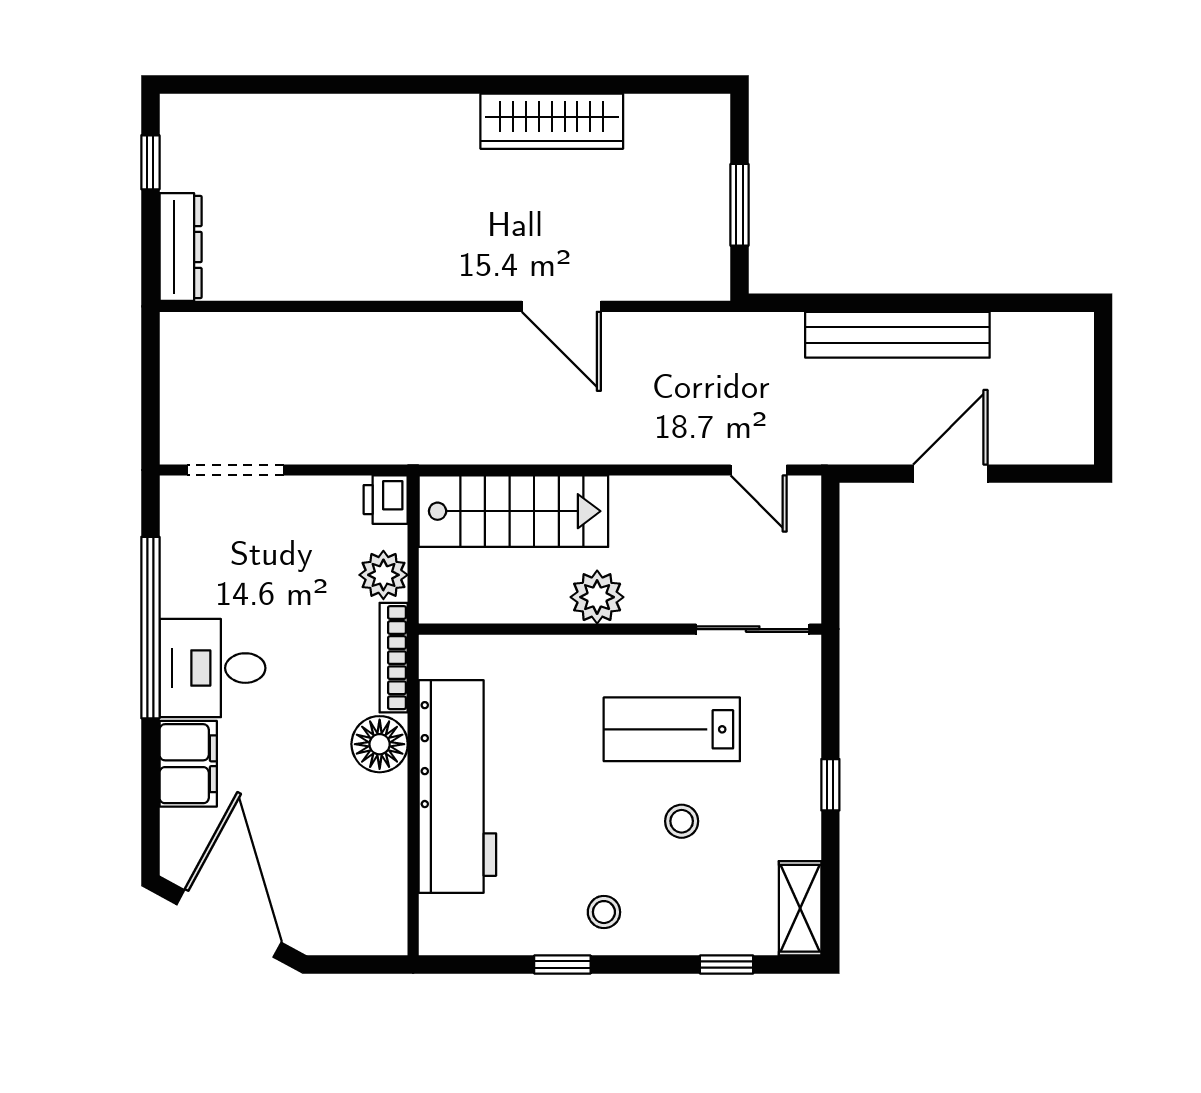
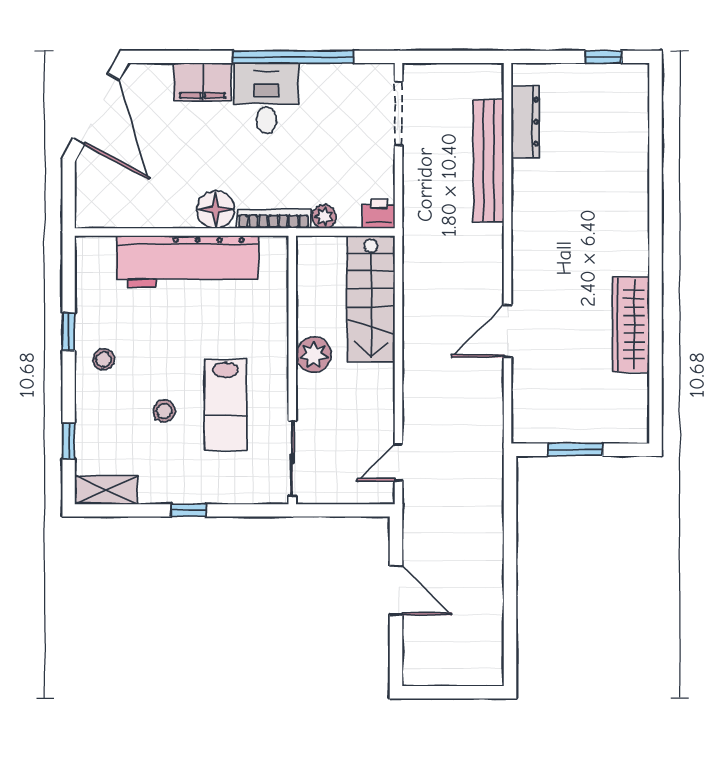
dresser: (181, 247) -> (525, 122), moved, turned -90
bench: (897, 335) -> (489, 161), moved
plant: (383, 575) -> (324, 217), width x0.73, depth x0.73
lab bench: (672, 729) -> (225, 405), turned 180
door: (229, 923) -> (96, 109), hinge flipped

